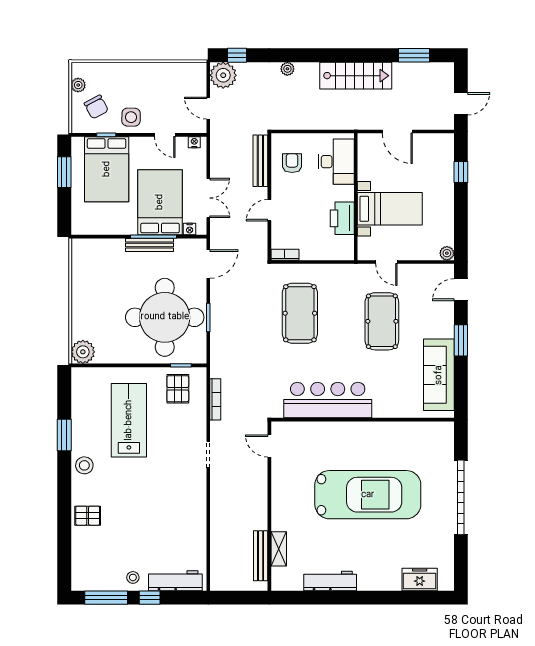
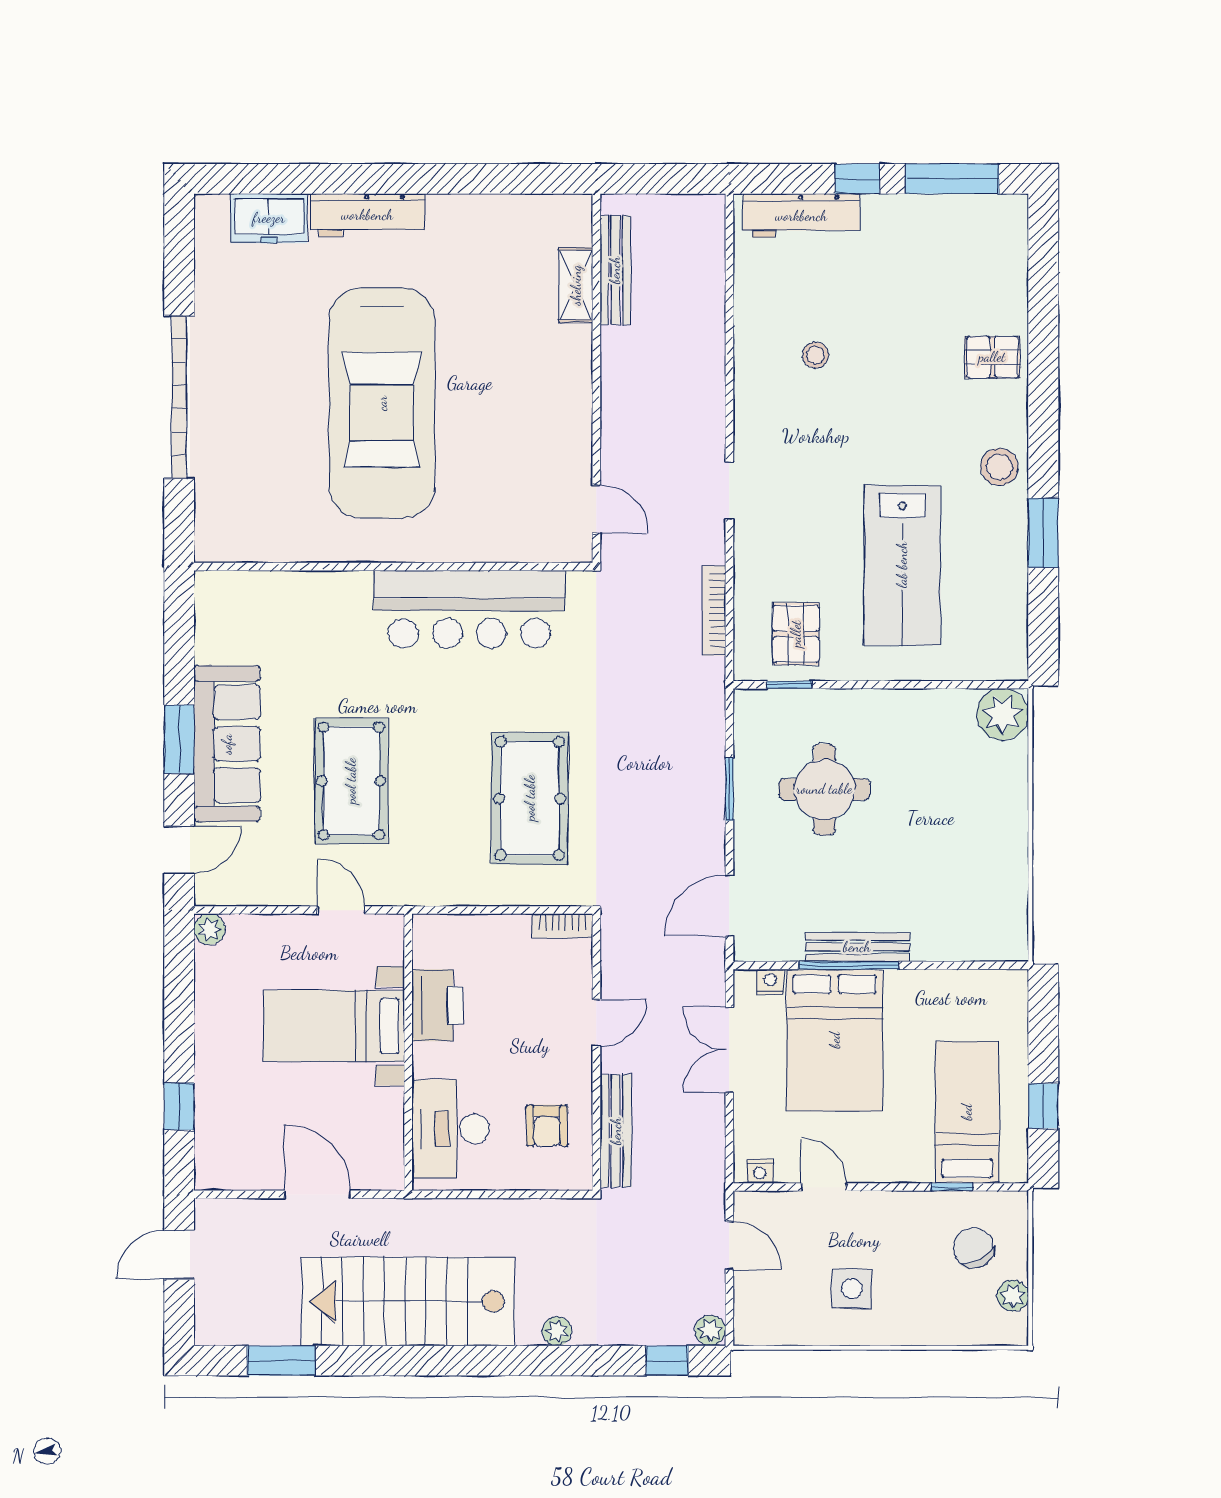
plant: (223, 75) -> (710, 1330), width x0.53, depth x0.53
stairs: (356, 76) -> (408, 1301), width x1.36, depth x1.51
side table: (131, 117) -> (852, 1289), moved
bed: (107, 169) -> (967, 1112), width x0.67
window: (64, 172) -> (1043, 1106), width x0.67
round table: (165, 317) -> (824, 789), width x0.54, depth x0.54
sofa: (439, 375) -> (227, 744), moved
car: (368, 495) -> (382, 403), turned -90
stool: (133, 577) -> (815, 355), moved
workbench: (330, 581) -> (367, 215), moved

